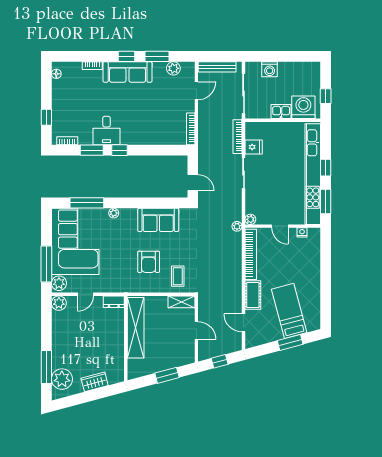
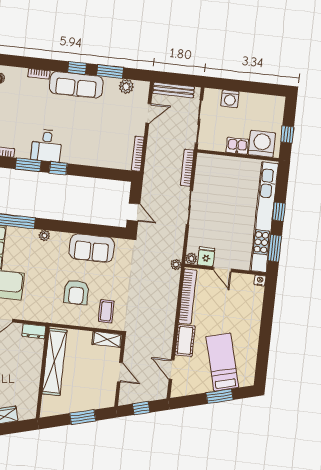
fridge: (254, 147) -> (206, 257), moved, turned -90
nightstand: (302, 232) -> (260, 280), moved

